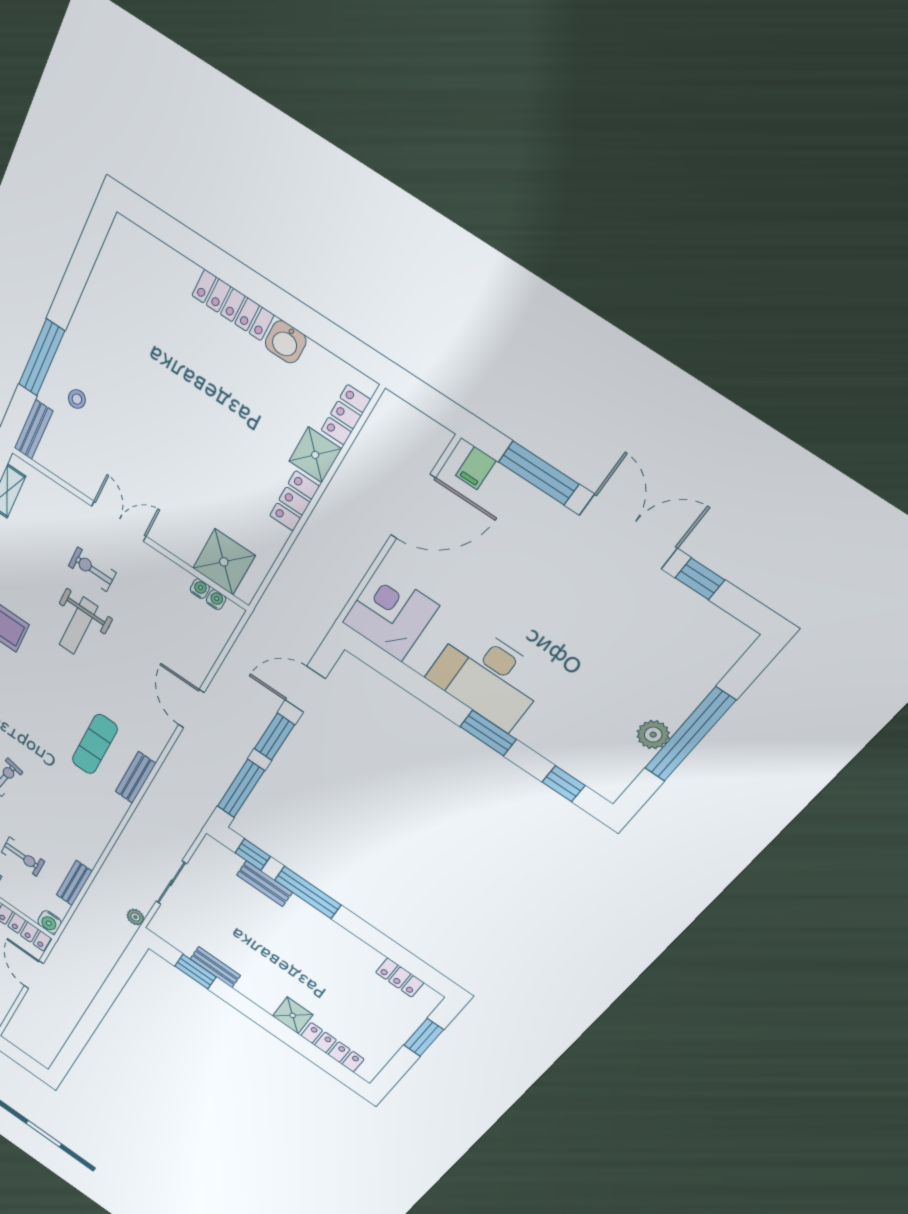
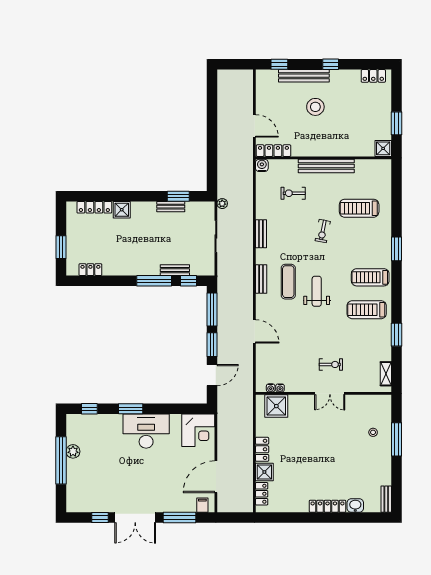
washbasin: (286, 342) -> (355, 506), moved
bench: (33, 430) -> (386, 499), moved
weight bench: (78, 626) -> (317, 291), moved
bench: (74, 883) -> (261, 234), moved

